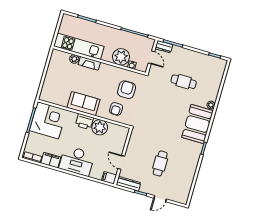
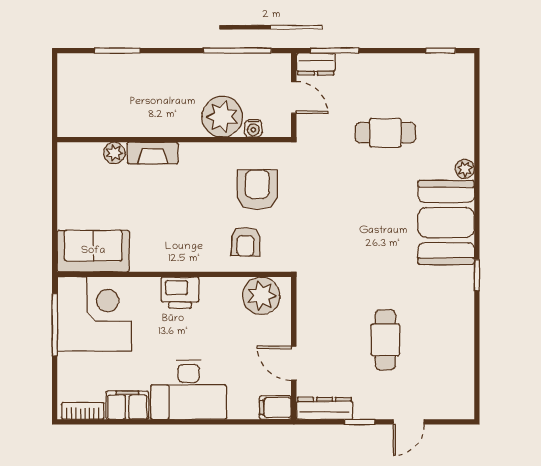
kitchen unit: (79, 46) -> (117, 120), removed
sofa: (84, 104) -> (93, 251), moved
plant: (100, 127) -> (261, 296), moved

